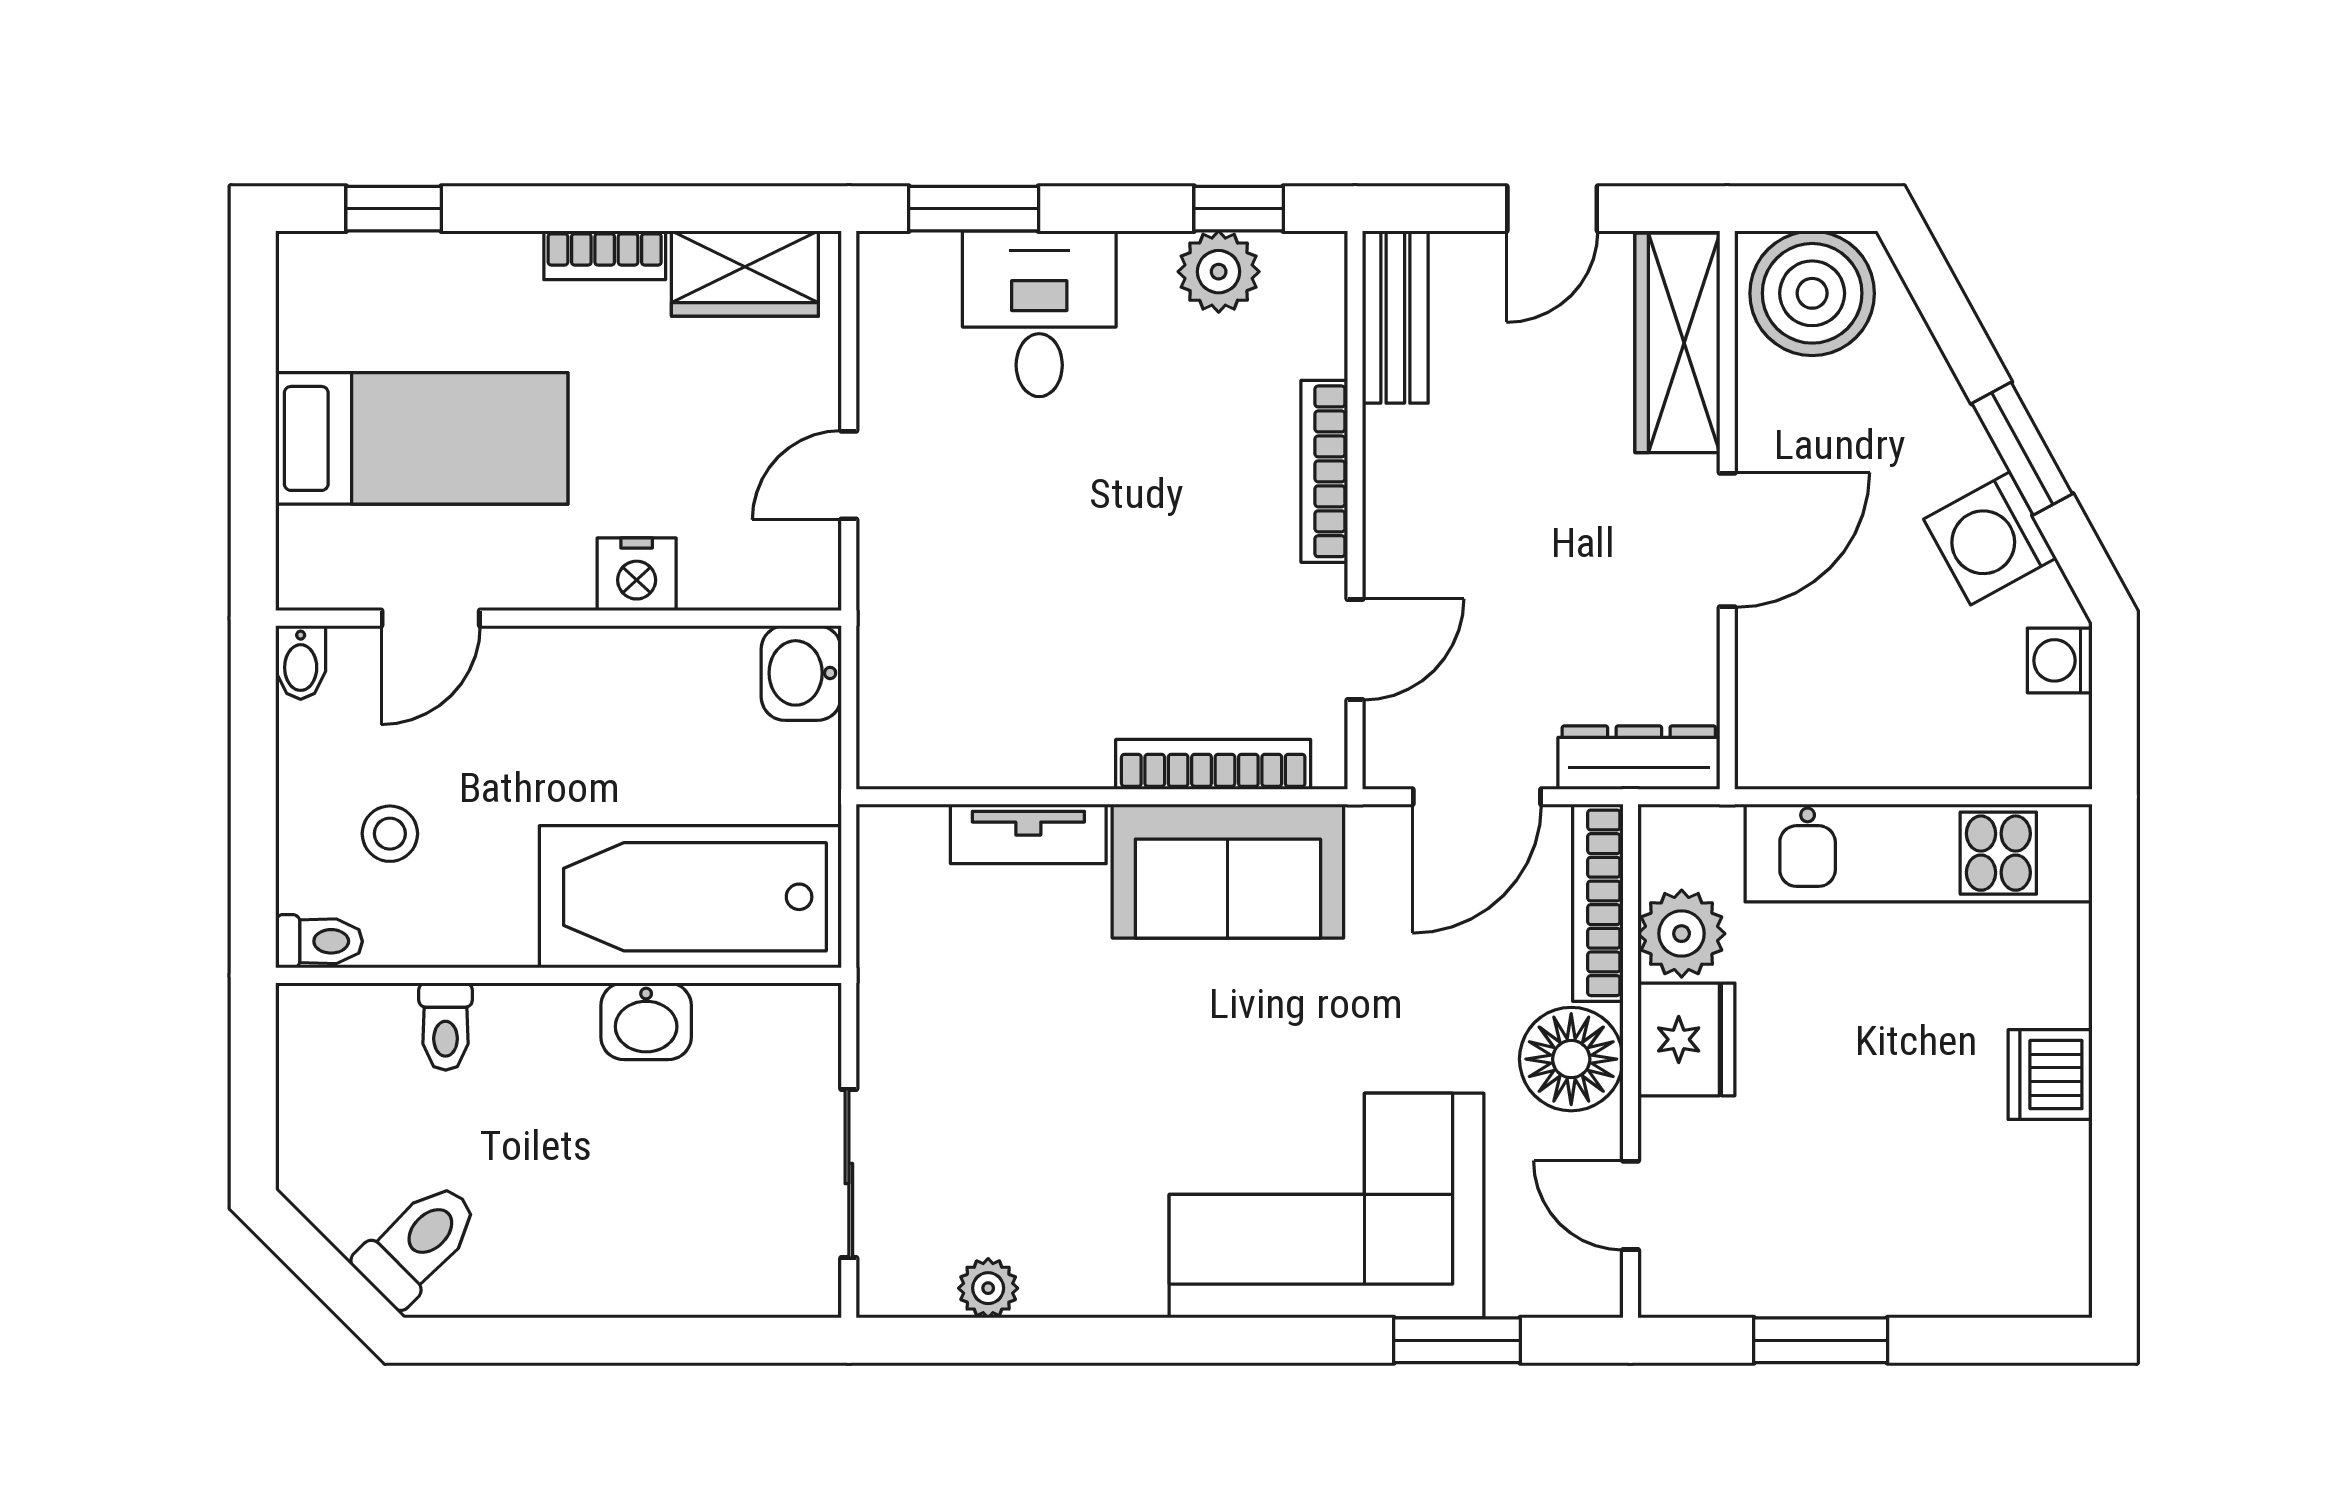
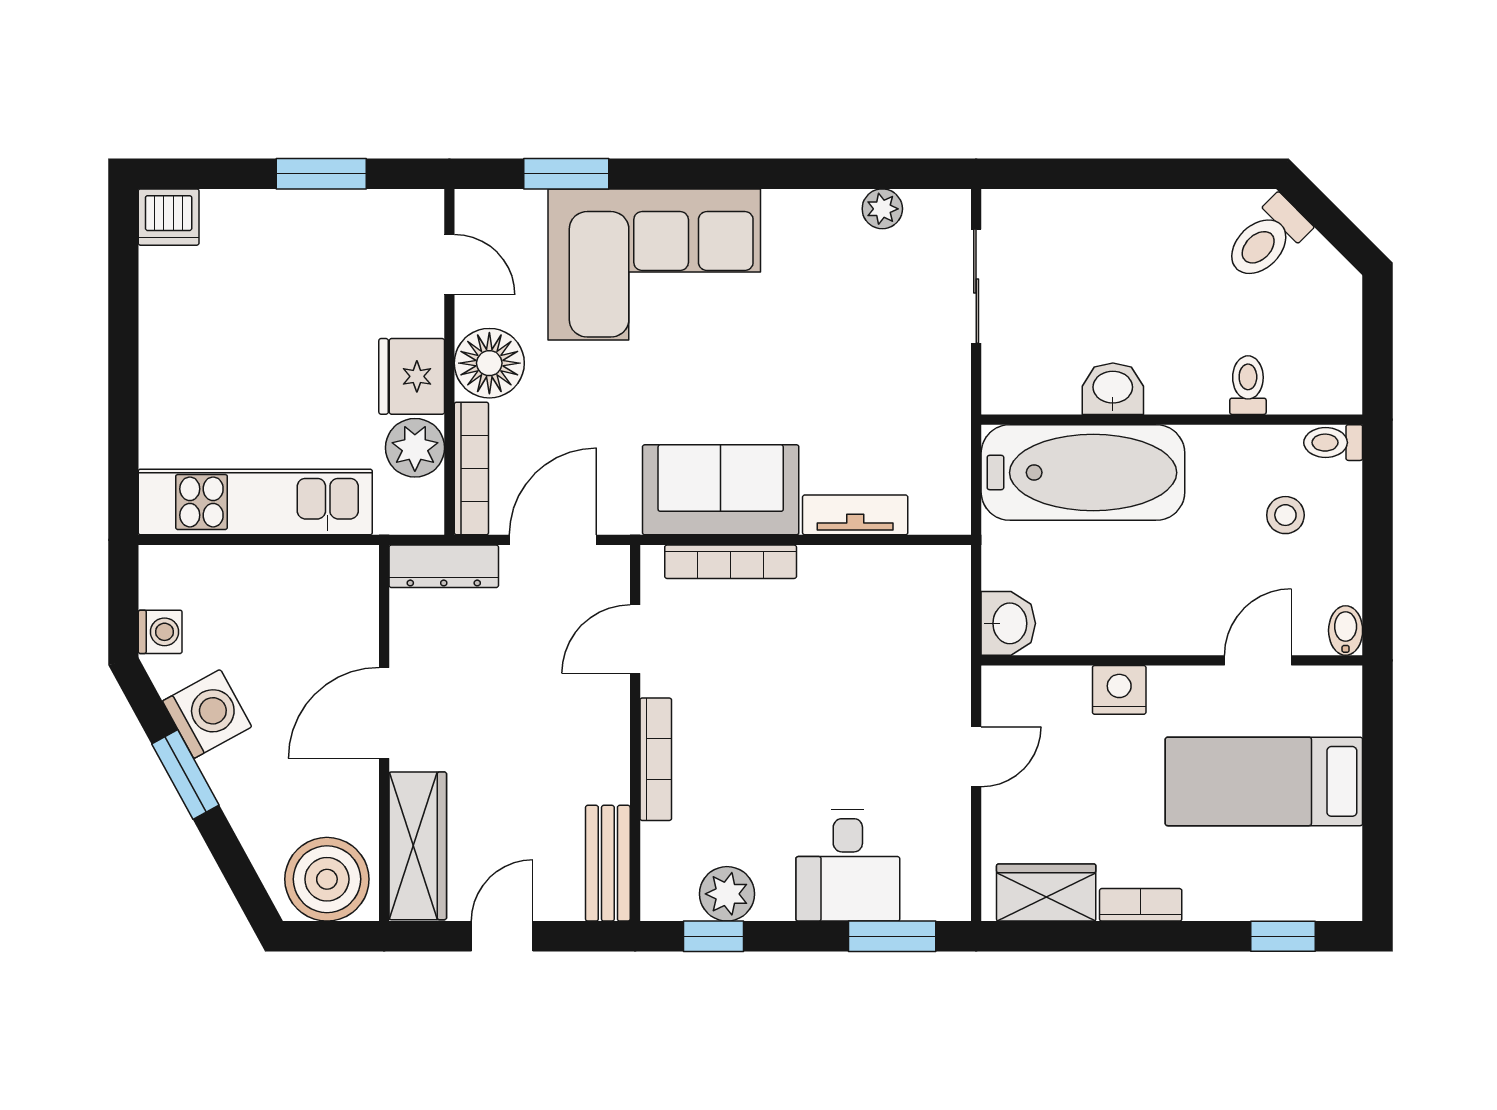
dishwasher: (2050, 1075) -> (169, 217), moved, turned 90

